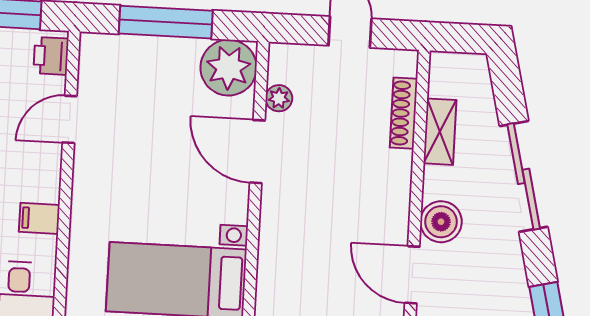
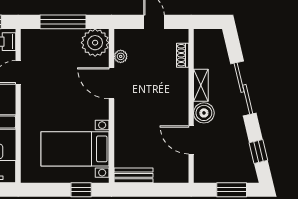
shoe rack: (404, 113) -> (183, 55), width x0.70
shelving: (440, 132) -> (201, 85), moved

